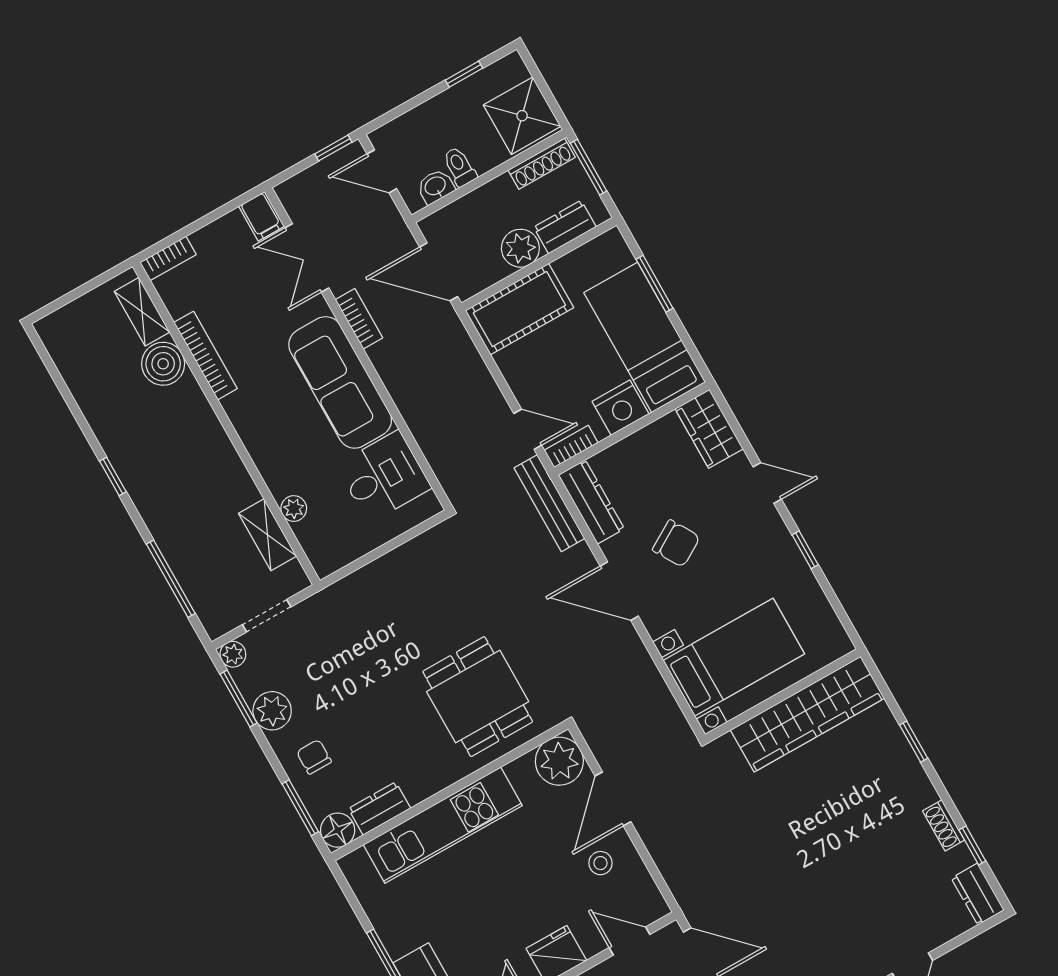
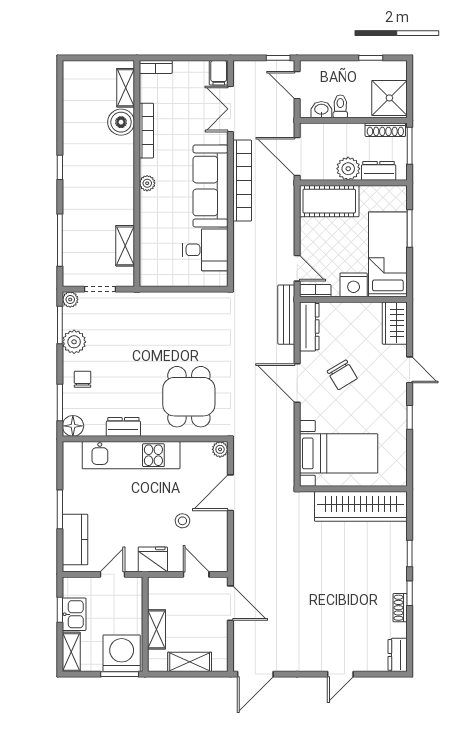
bookcase: (359, 319) -> (242, 181), width x2.31, depth x1.31
plant: (294, 509) -> (147, 183), moved
plant: (559, 761) -> (220, 449), width x0.53, depth x0.53
dresser: (379, 808) -> (123, 427), moved
window: (972, 845) -> (410, 593), moved
stool: (600, 863) -> (182, 521), moved

